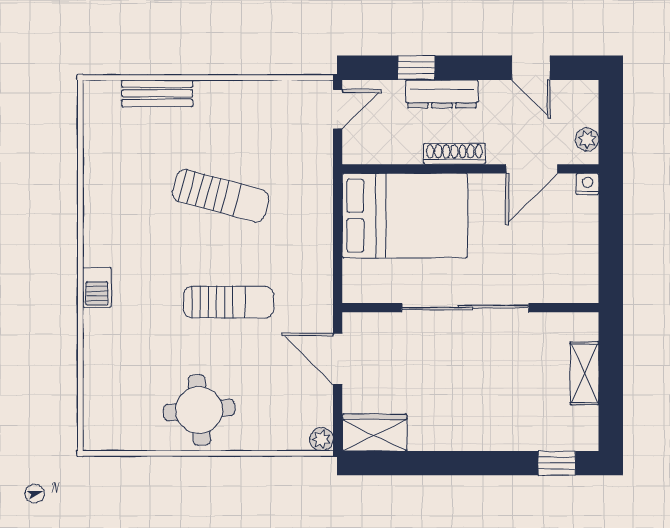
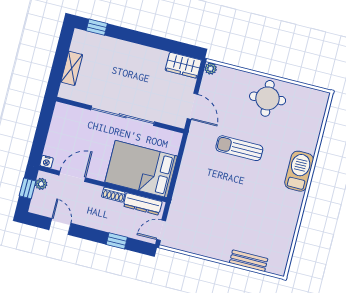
dresser: (442, 94) -> (143, 204), moved, turned 180
window: (611, 124) -> (28, 188), added
shoe rack: (454, 154) -> (113, 195), width x0.70
sun lounger: (221, 196) -> (230, 202), removed
barbecue: (97, 287) -> (299, 171), width x1.88, depth x1.53

